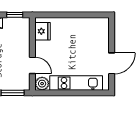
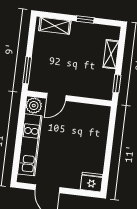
fridge: (43, 31) -> (92, 182), moved, turned 180

